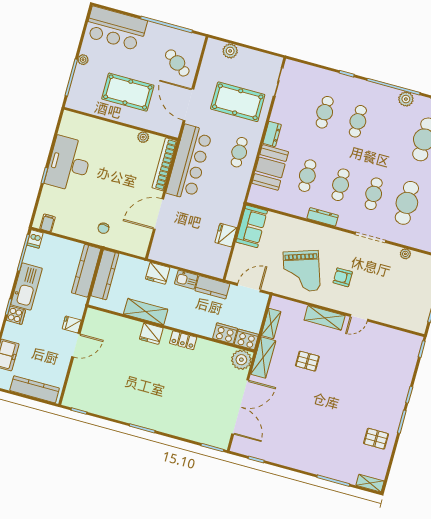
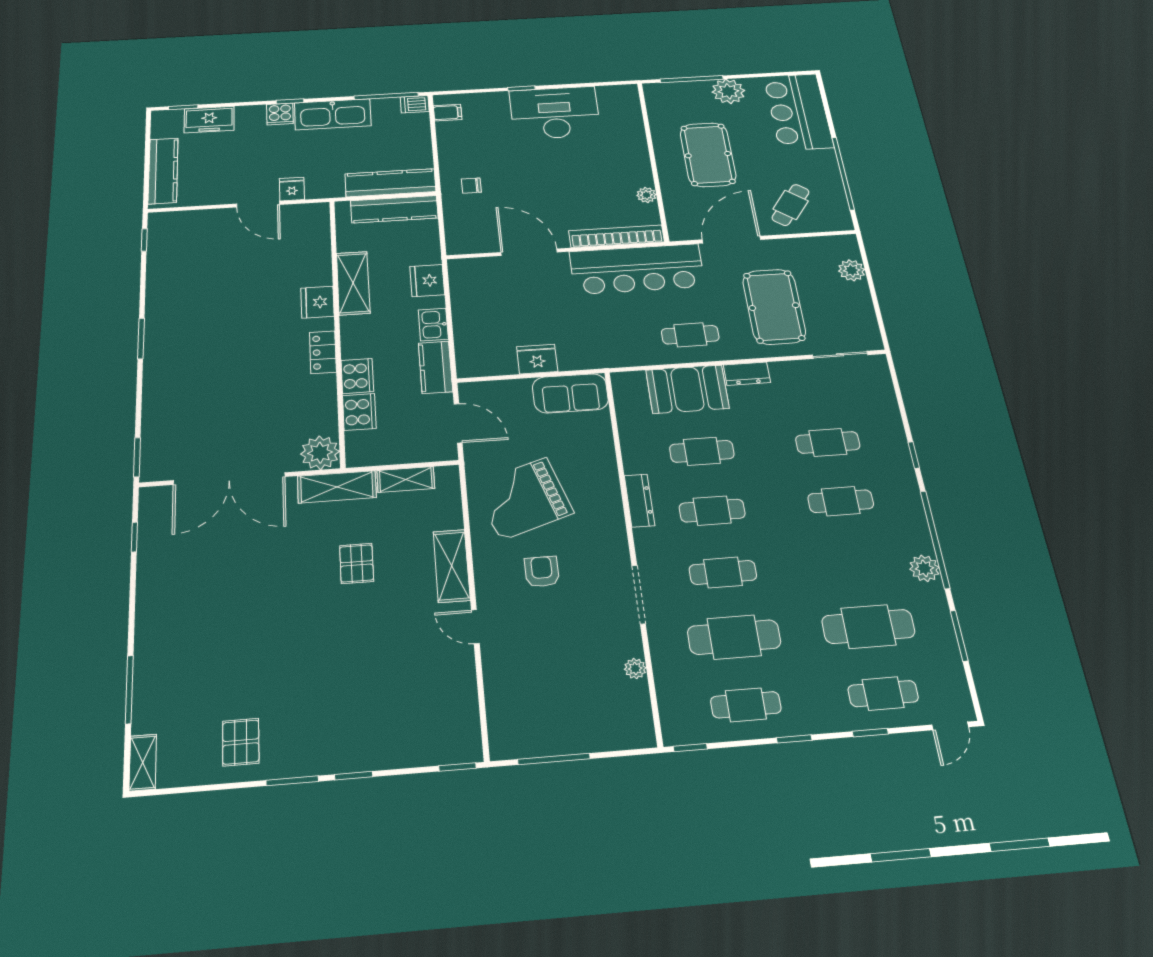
plant: (83, 60) -> (728, 91), width x1.88, depth x1.88
cooker: (246, 339) -> (357, 376), moved

